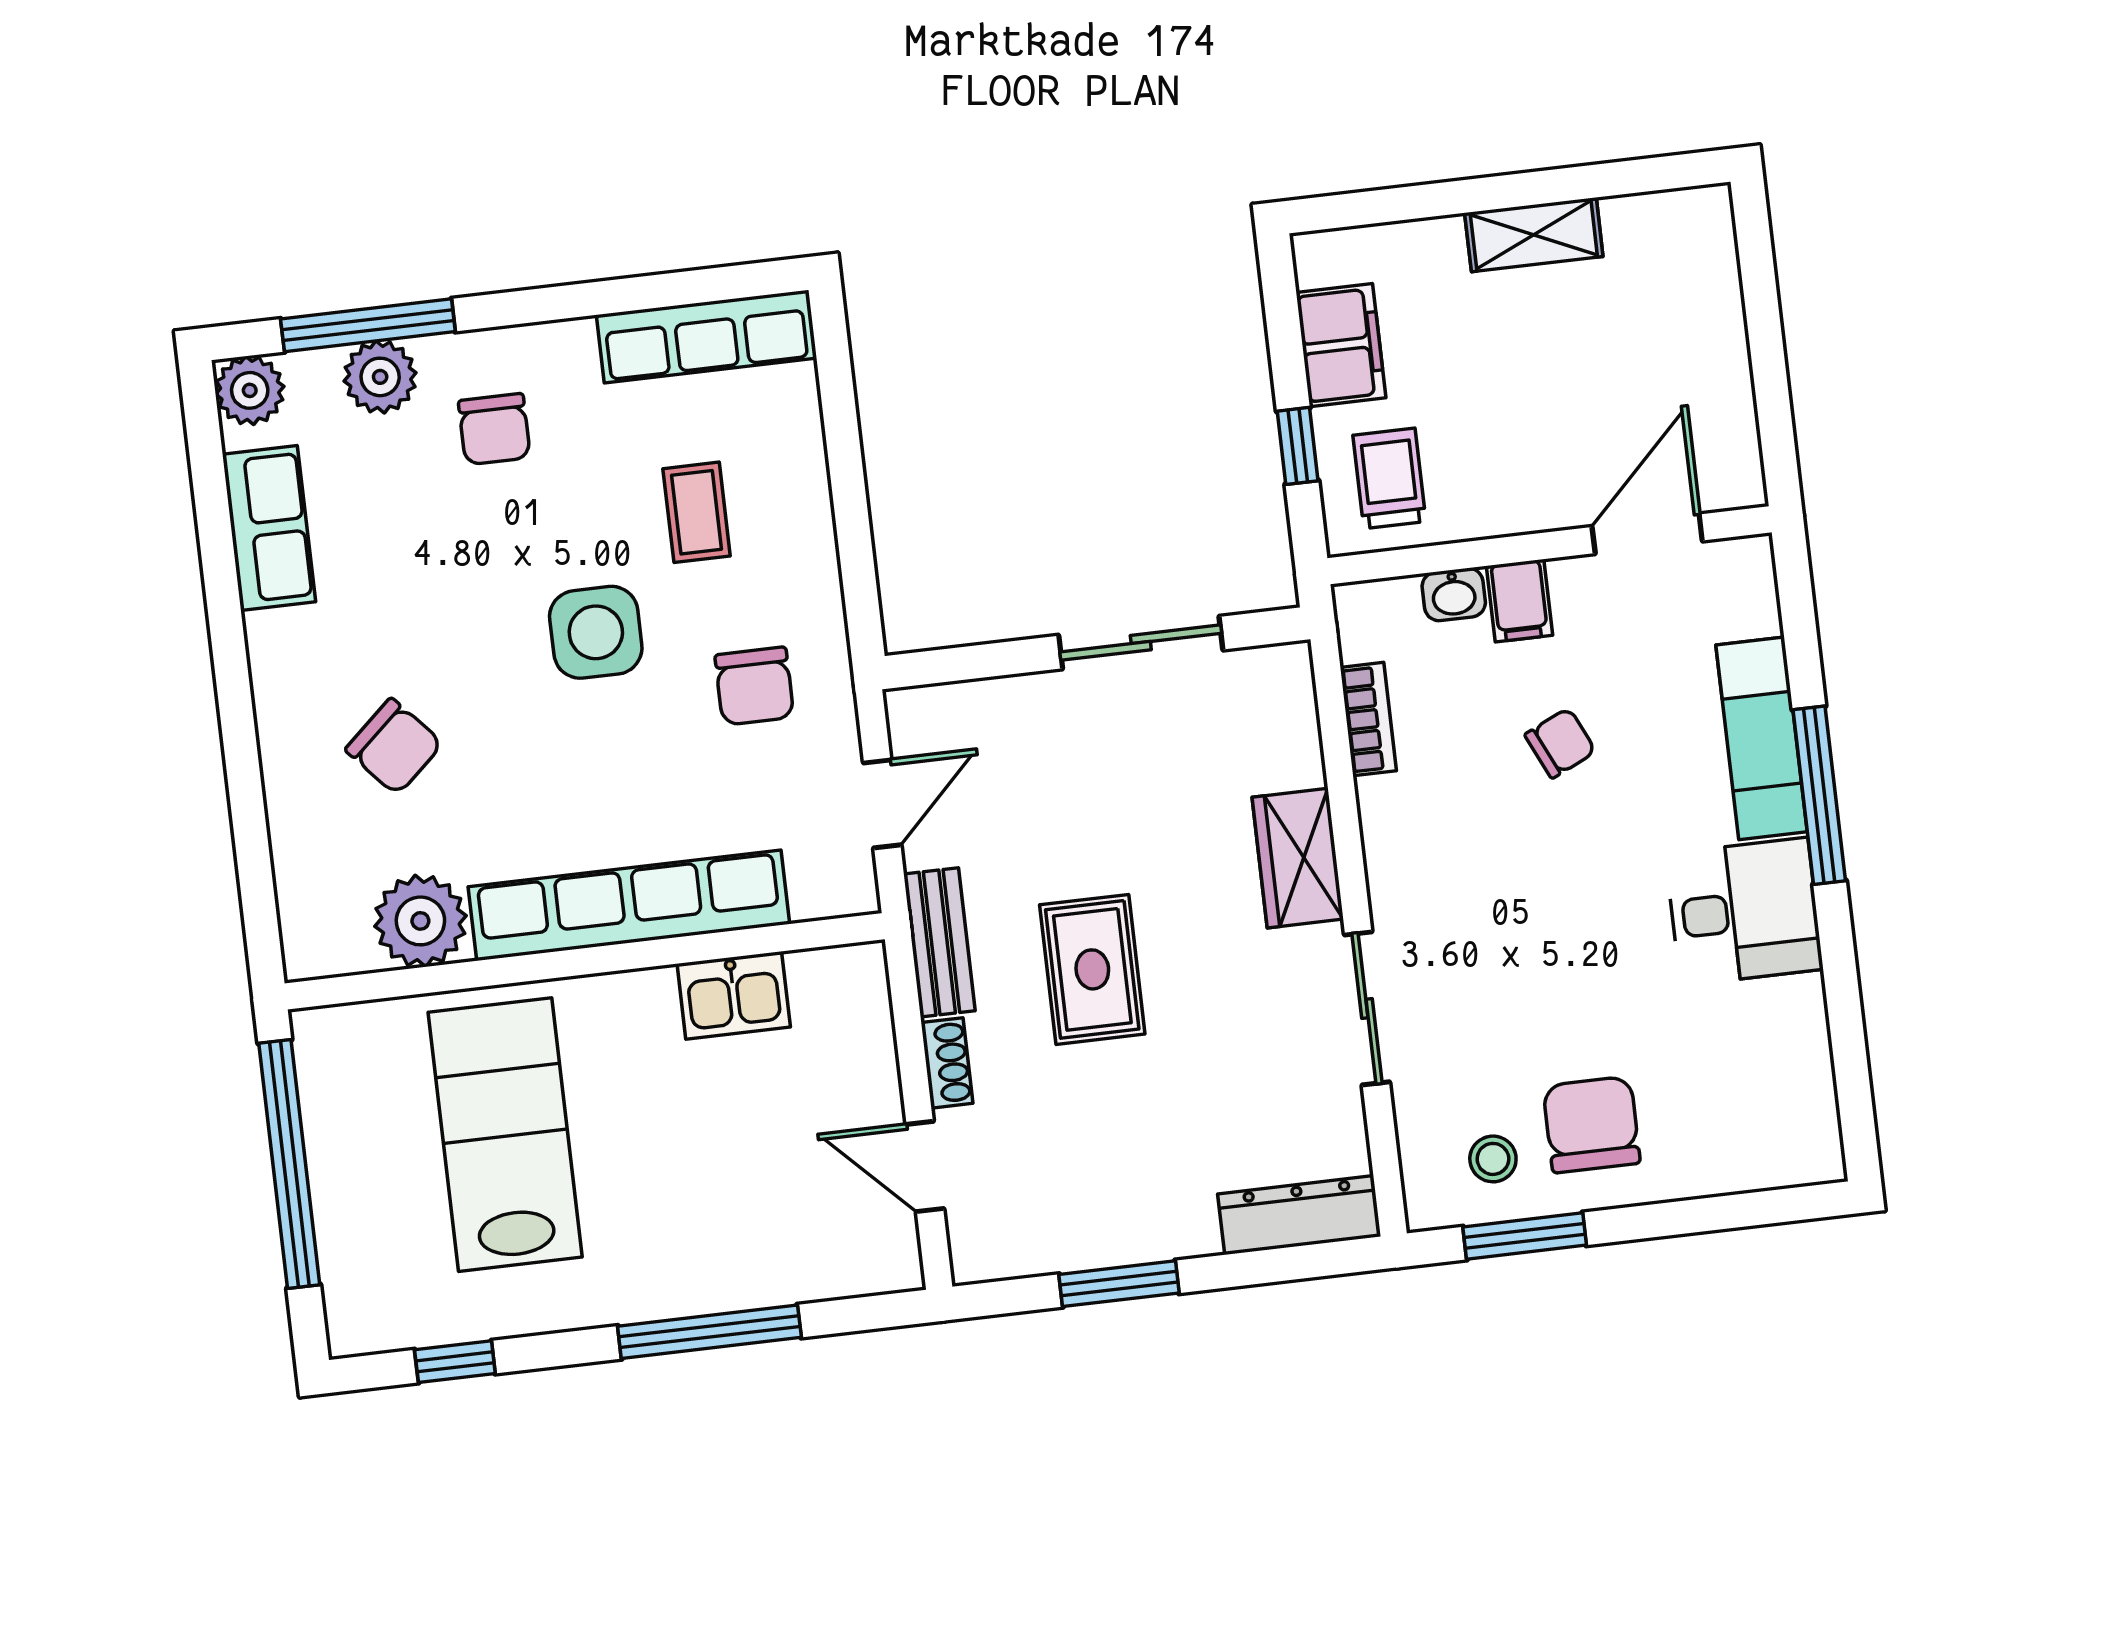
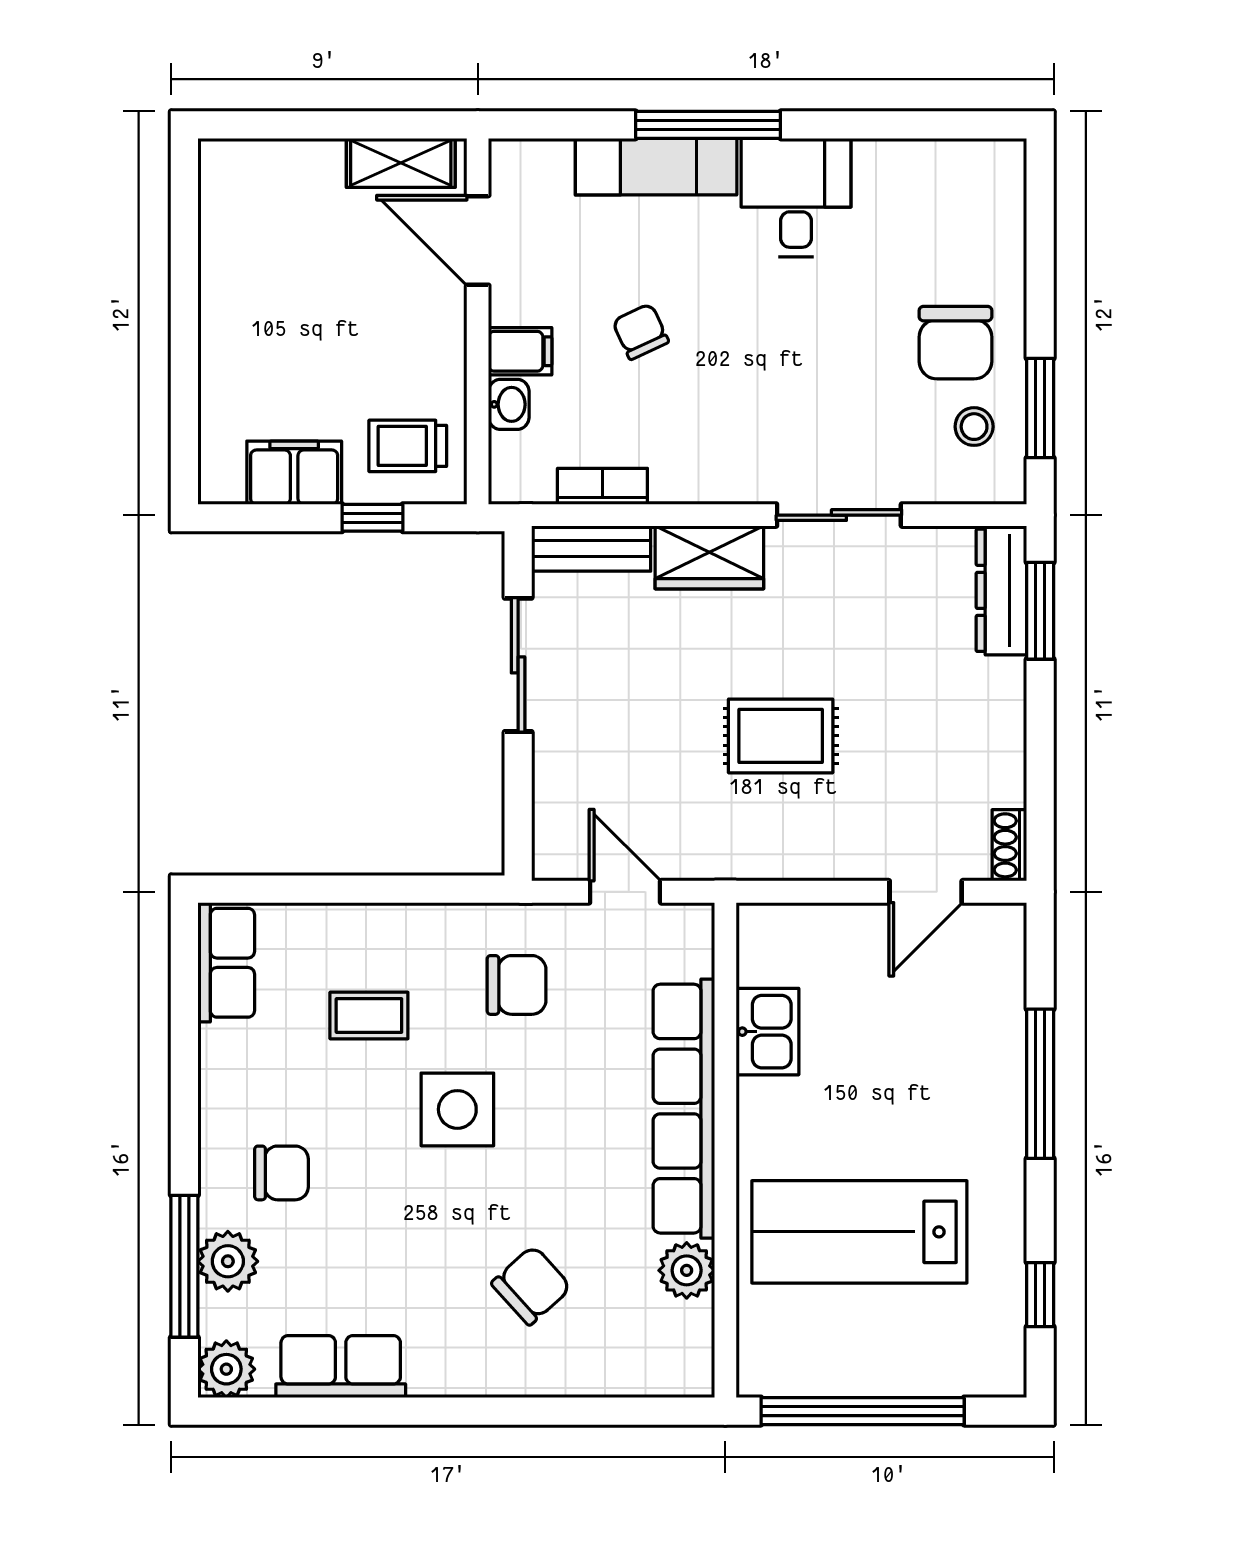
shelving: (1534, 235) -> (401, 163), moved, turned 90
row of seats: (706, 337) -> (226, 963), width x0.68
plant: (420, 921) -> (687, 1270), width x0.73, depth x0.73
bench: (939, 942) -> (591, 548), moved
shoe rack: (947, 1063) -> (1009, 845), moved, turned -90
chair: (1592, 1125) -> (955, 343), turned -90
window: (1119, 1284) -> (1040, 611), moved

